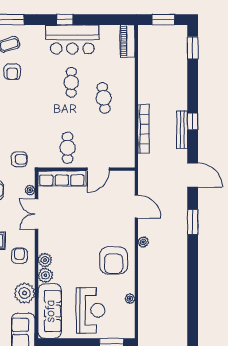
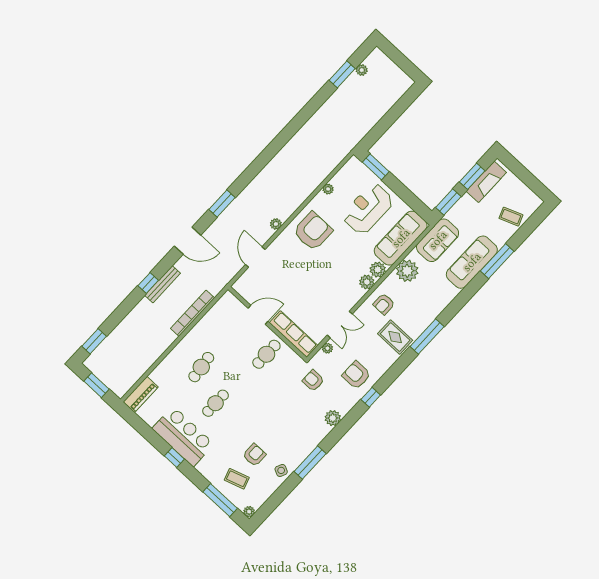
door: (193, 175) -> (188, 241), swing flipped

